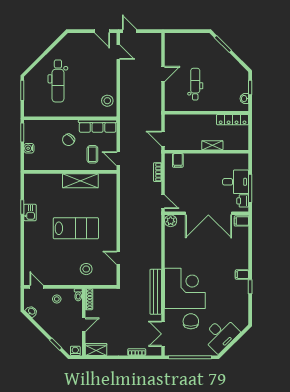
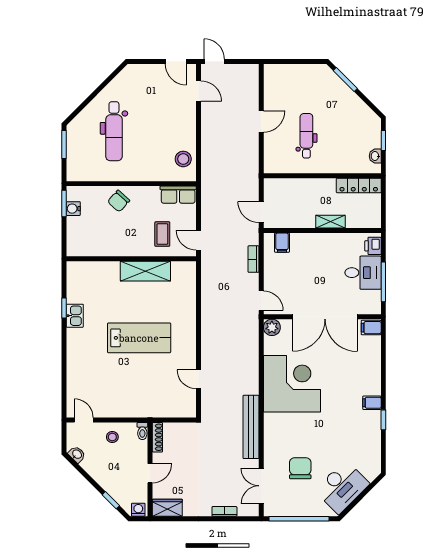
row of seats: (98, 126) -> (178, 195), width x0.68
chair: (69, 140) -> (119, 201), moved
water cooler: (29, 148) -> (73, 209), moved
printer: (243, 201) -> (373, 246), moved
stool: (86, 269) -> (154, 395), removed
corner desk: (185, 288) -> (292, 384), moved

